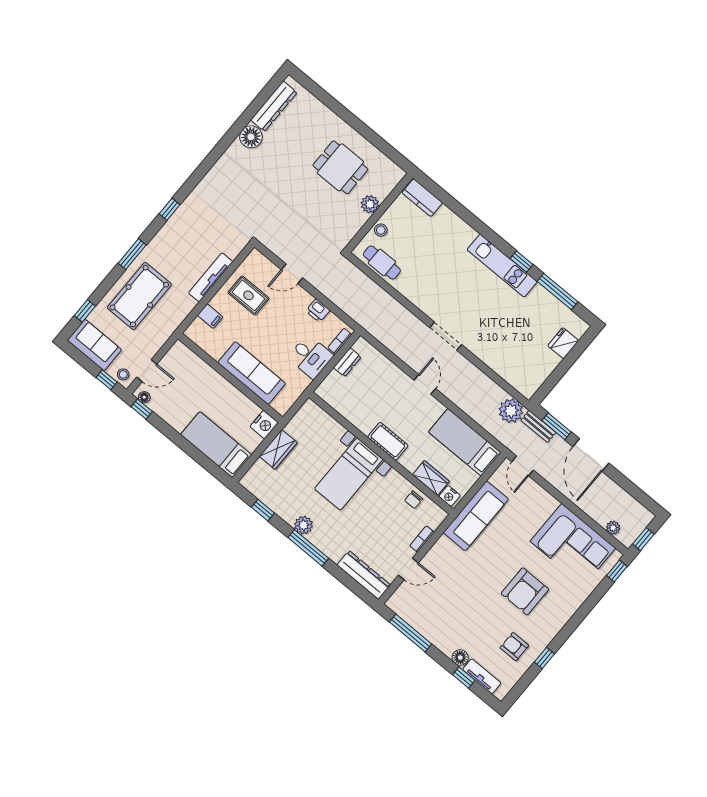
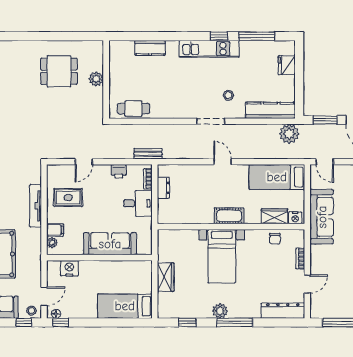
kitchen counter: (422, 198) -> (150, 48), moved
stool: (381, 230) -> (228, 95), moved
plant: (197, 326) -> (52, 243), added
kitchen counter: (512, 373) -> (270, 110), added
nightstand: (264, 425) -> (69, 268), moved, turned -90
bench: (538, 426) -> (148, 154), moved

